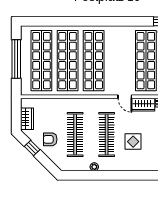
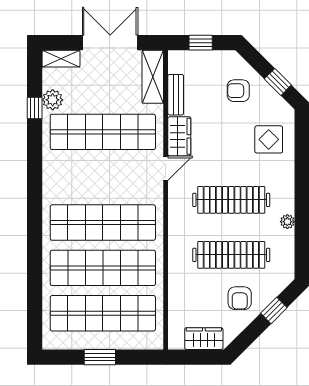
window: (16, 59) -> (100, 357), width x0.47
display table: (133, 142) -> (269, 139), moved
window: (32, 148) -> (274, 310), moved

